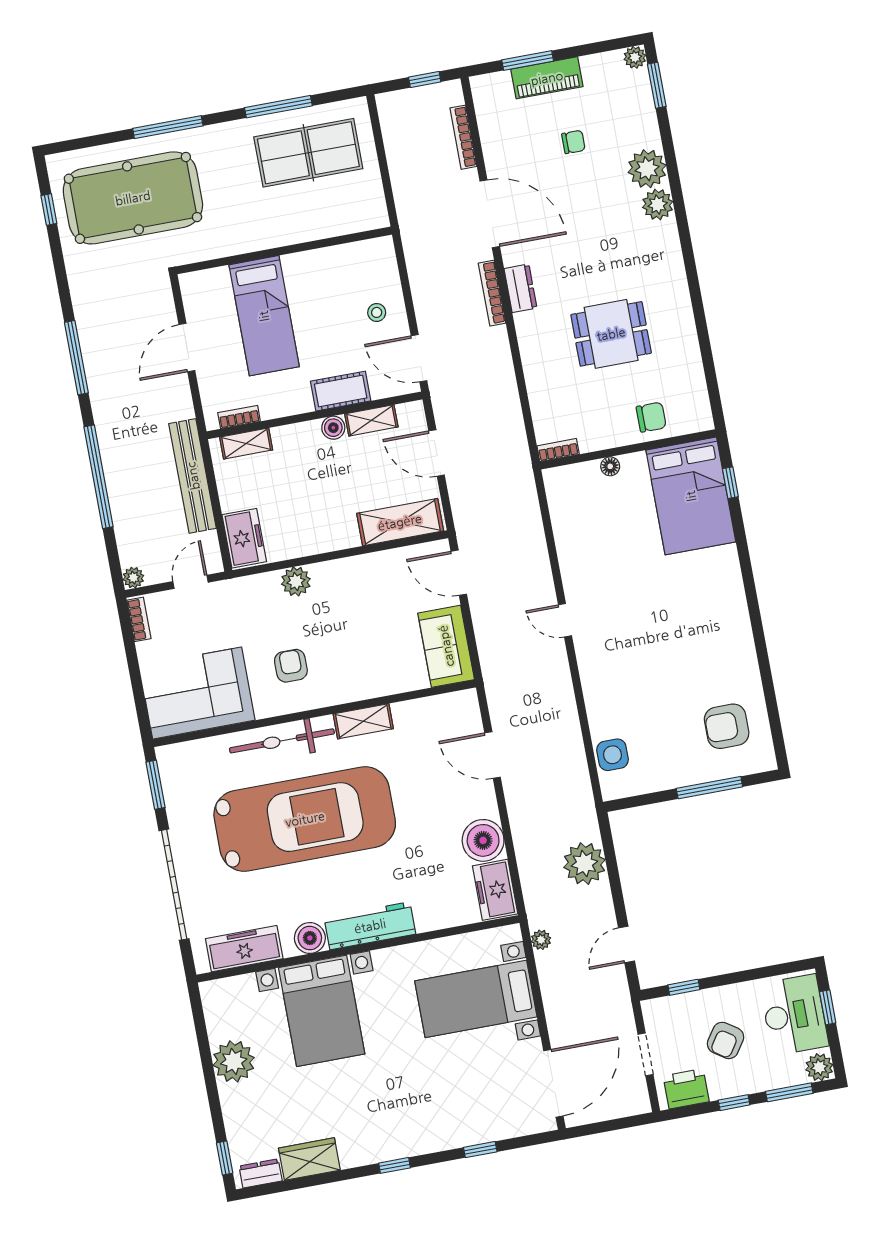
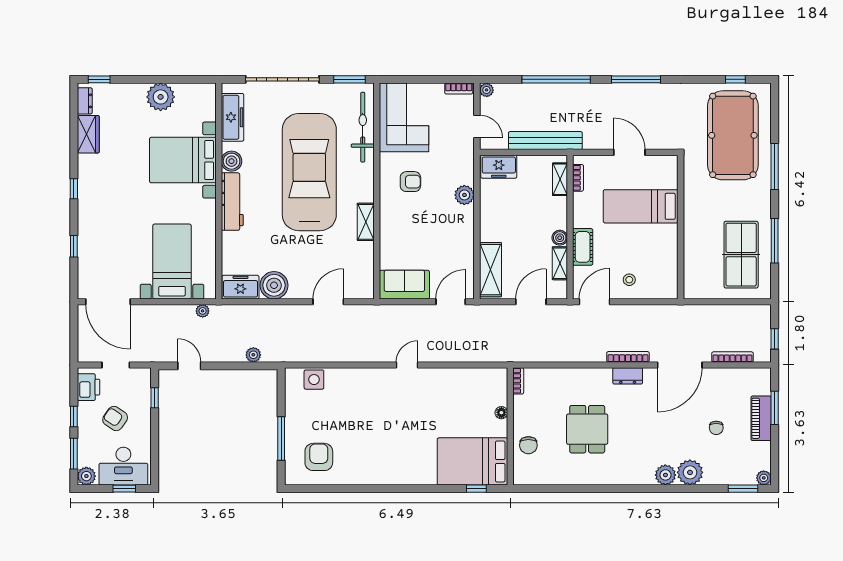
bicycle: (282, 741) -> (363, 127), moved
car: (305, 819) -> (309, 172), turned 180
plant: (584, 864) -> (253, 355), width x0.53, depth x0.53

